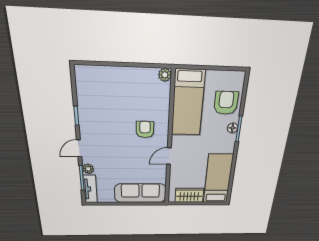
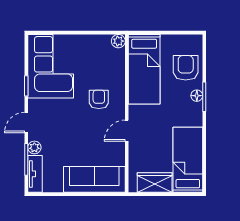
corner sofa: (99, 98) -> (51, 66), added

